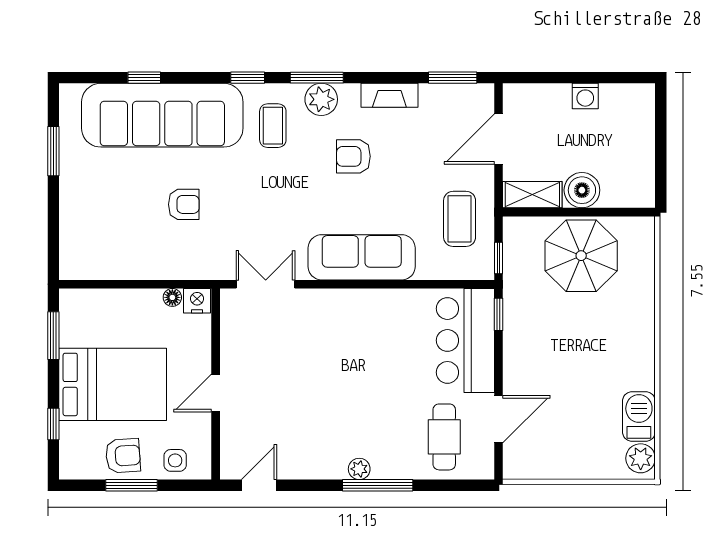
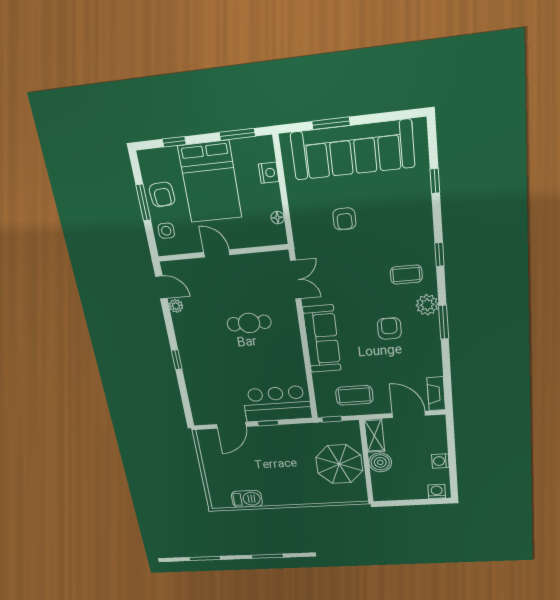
window: (317, 78) -> (444, 322), moved
window: (453, 78) -> (448, 385), removed
fireplace: (389, 95) -> (436, 394), moved
washing machine: (642, 105) -> (437, 491), added
sofa: (162, 115) -> (353, 150), moved, turned -90
window: (53, 151) -> (331, 123), moved
nightstand: (197, 301) -> (269, 173), moved
window: (499, 314) -> (268, 423), moved
door: (499, 419) -> (231, 425), hinge flipped
cafe table: (444, 437) -> (249, 323), moved
plant: (641, 458) -> (223, 501), removed
plant: (359, 469) -> (176, 306), moved
window: (378, 485) -> (177, 360), width x0.46

